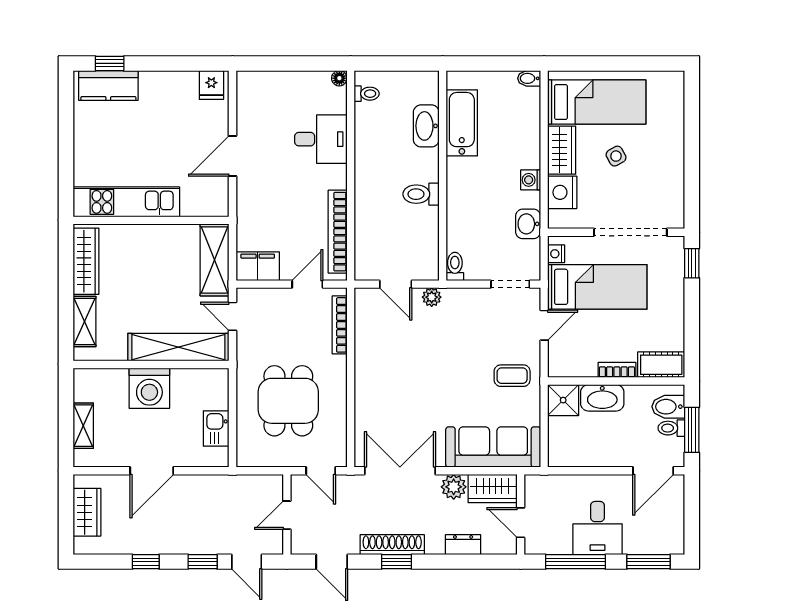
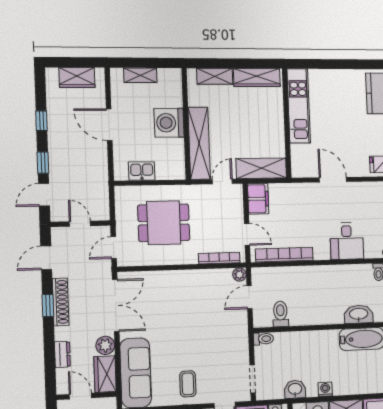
toilet: (421, 194) -> (280, 314), moved
plant: (432, 297) -> (239, 275), moved
door: (521, 523) -> (80, 396), hinge flipped

